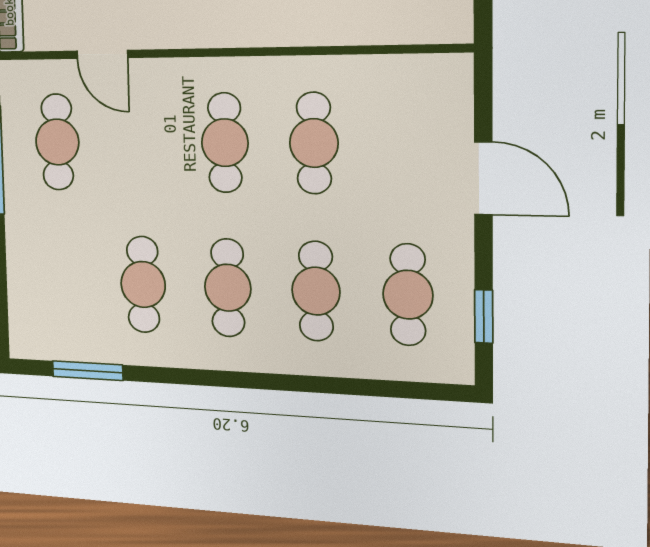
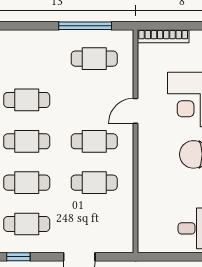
door: (102, 54) -> (136, 111), moved

